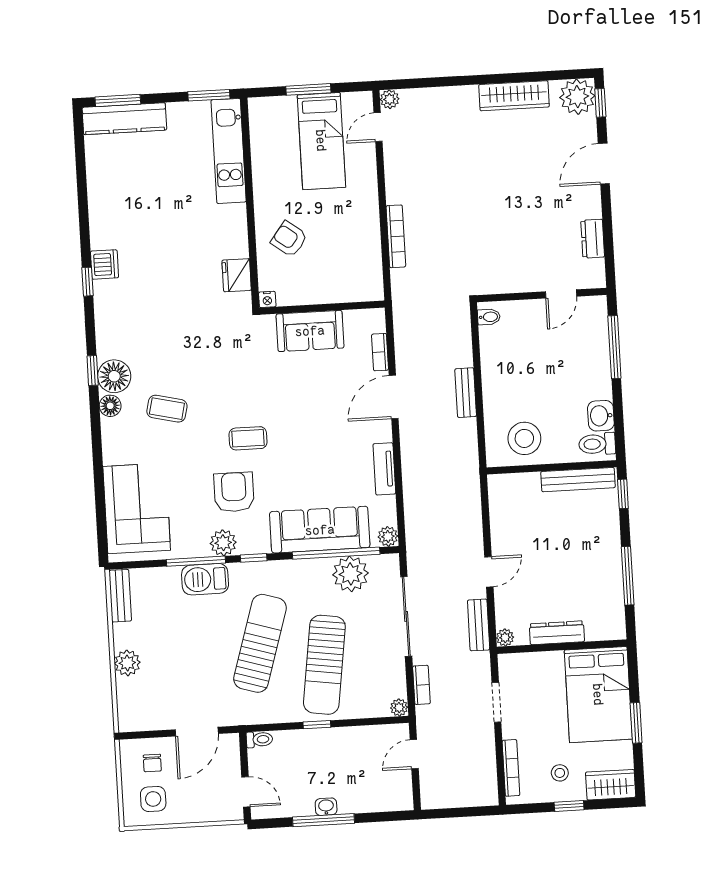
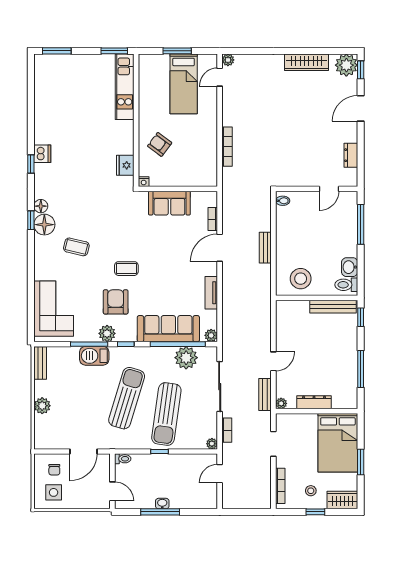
kitchen counter: (124, 119) -> (60, 63), removed
floor lamp: (110, 406) -> (41, 206), moved

